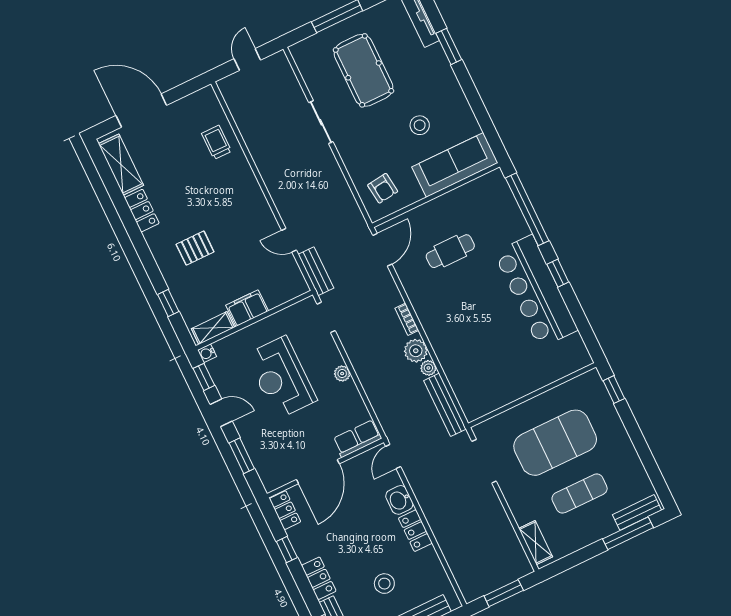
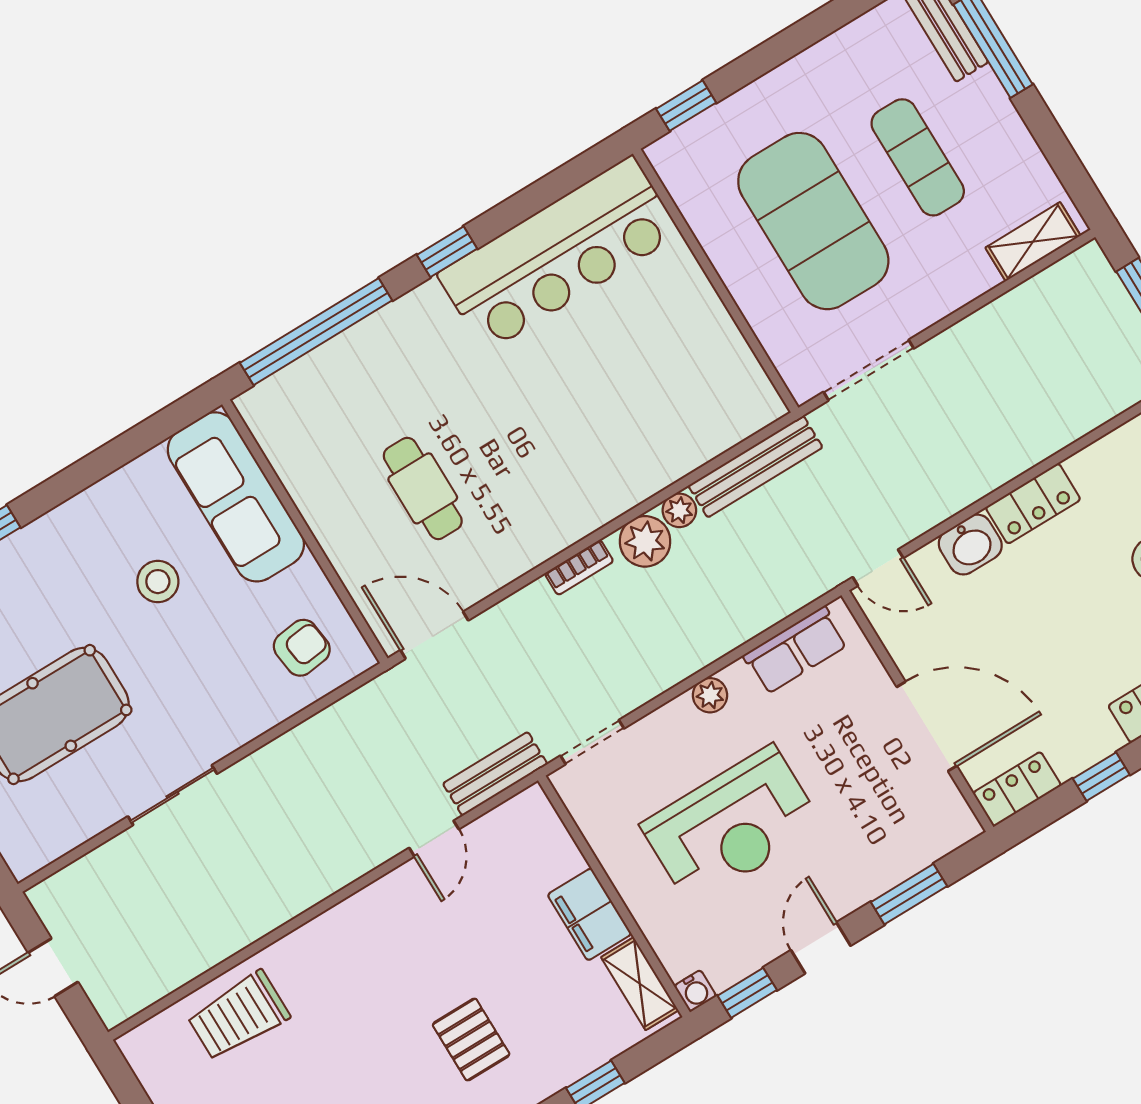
trolley: (217, 142) -> (238, 1016), width x1.36, depth x1.39
bar counter: (536, 291) -> (559, 254), moved
row of seats: (357, 439) -> (796, 650), moved, turned -90

